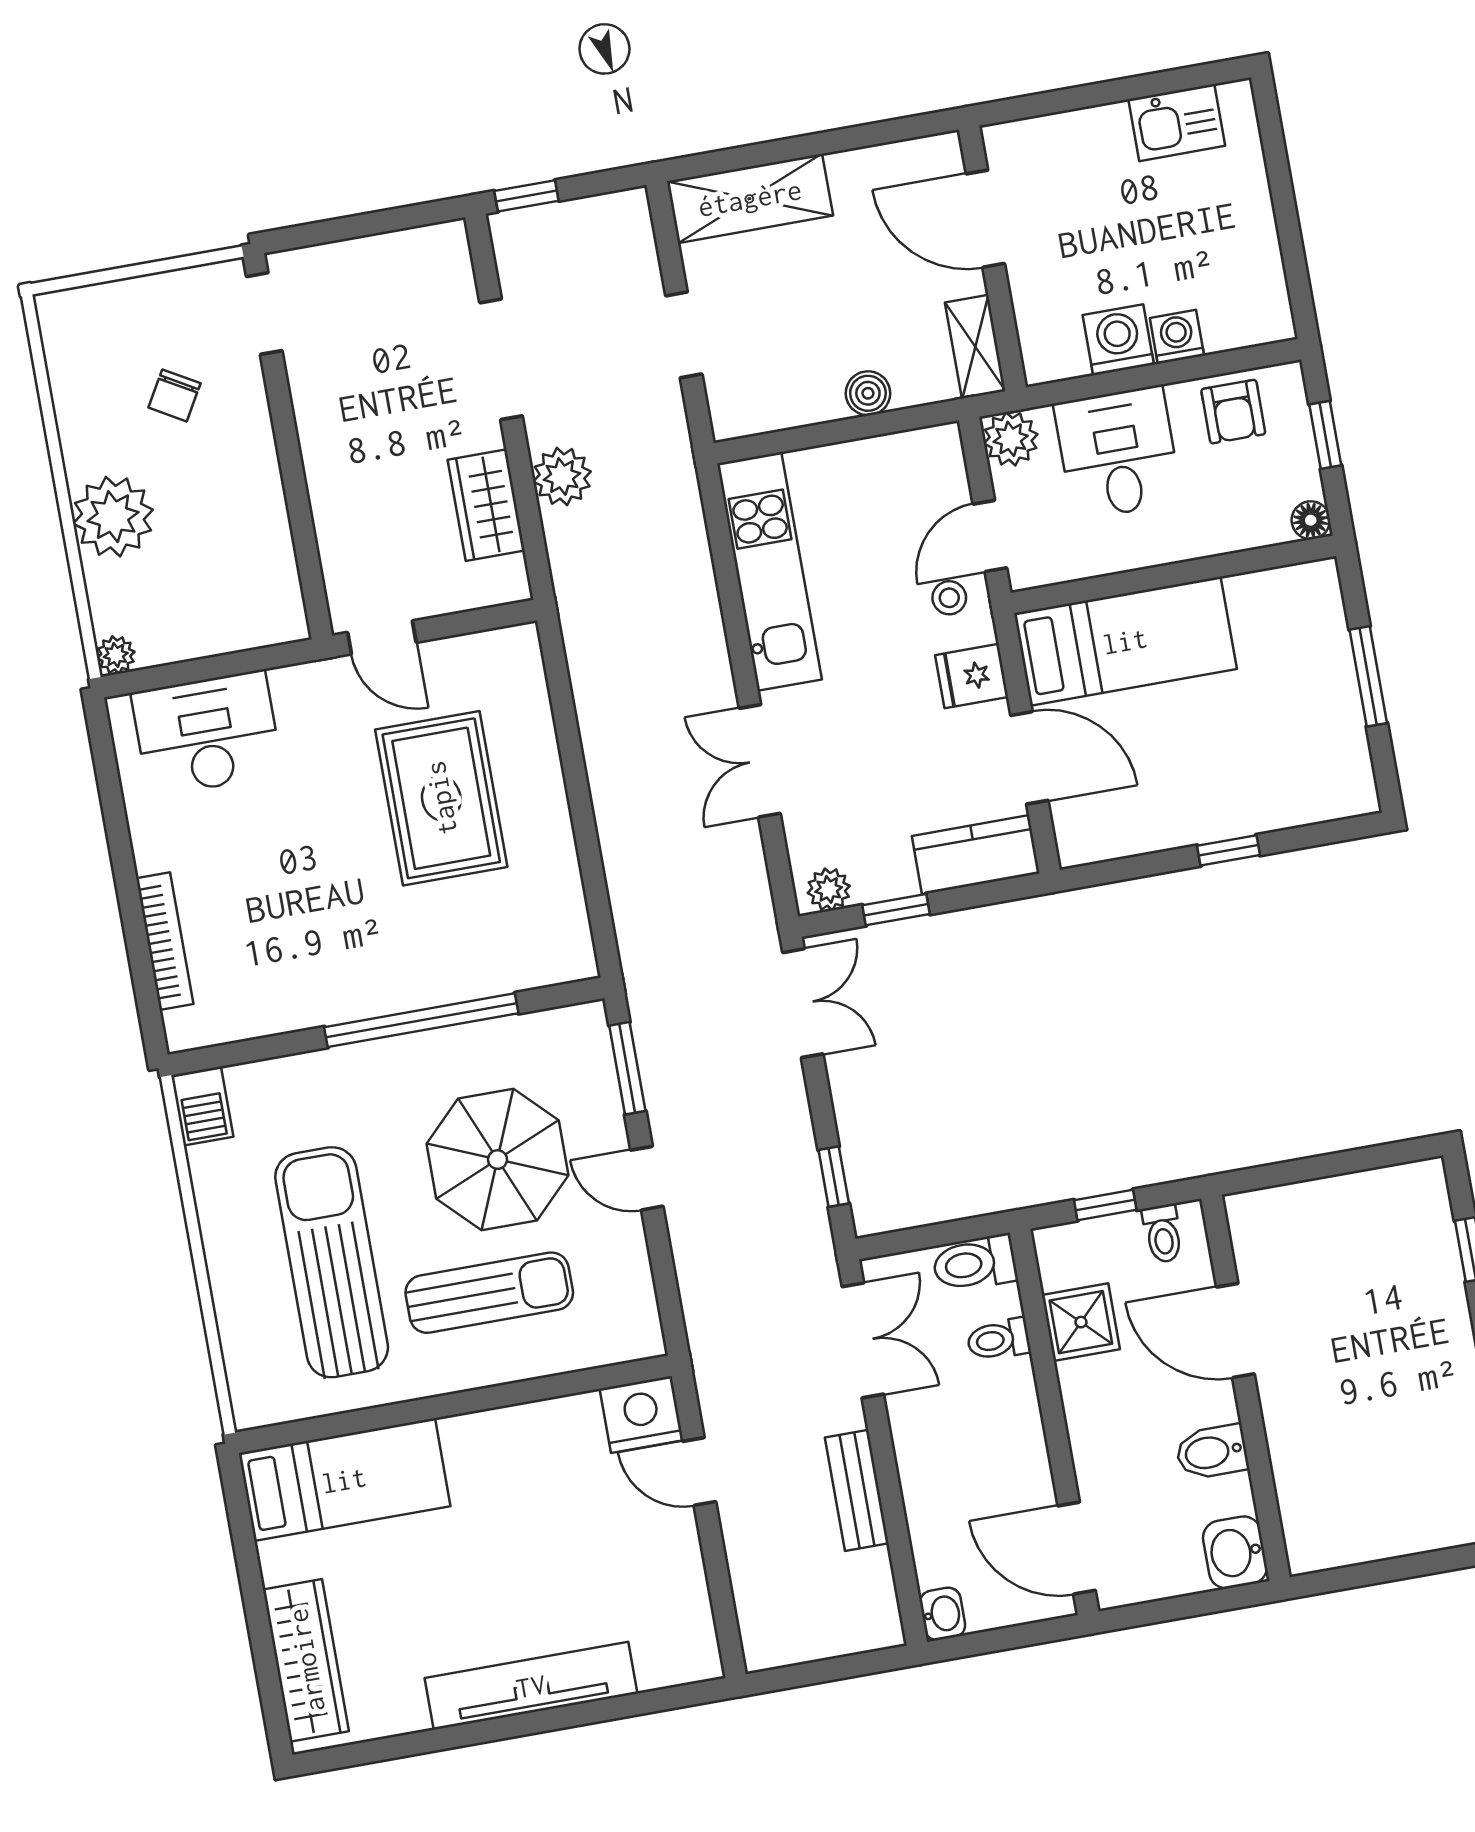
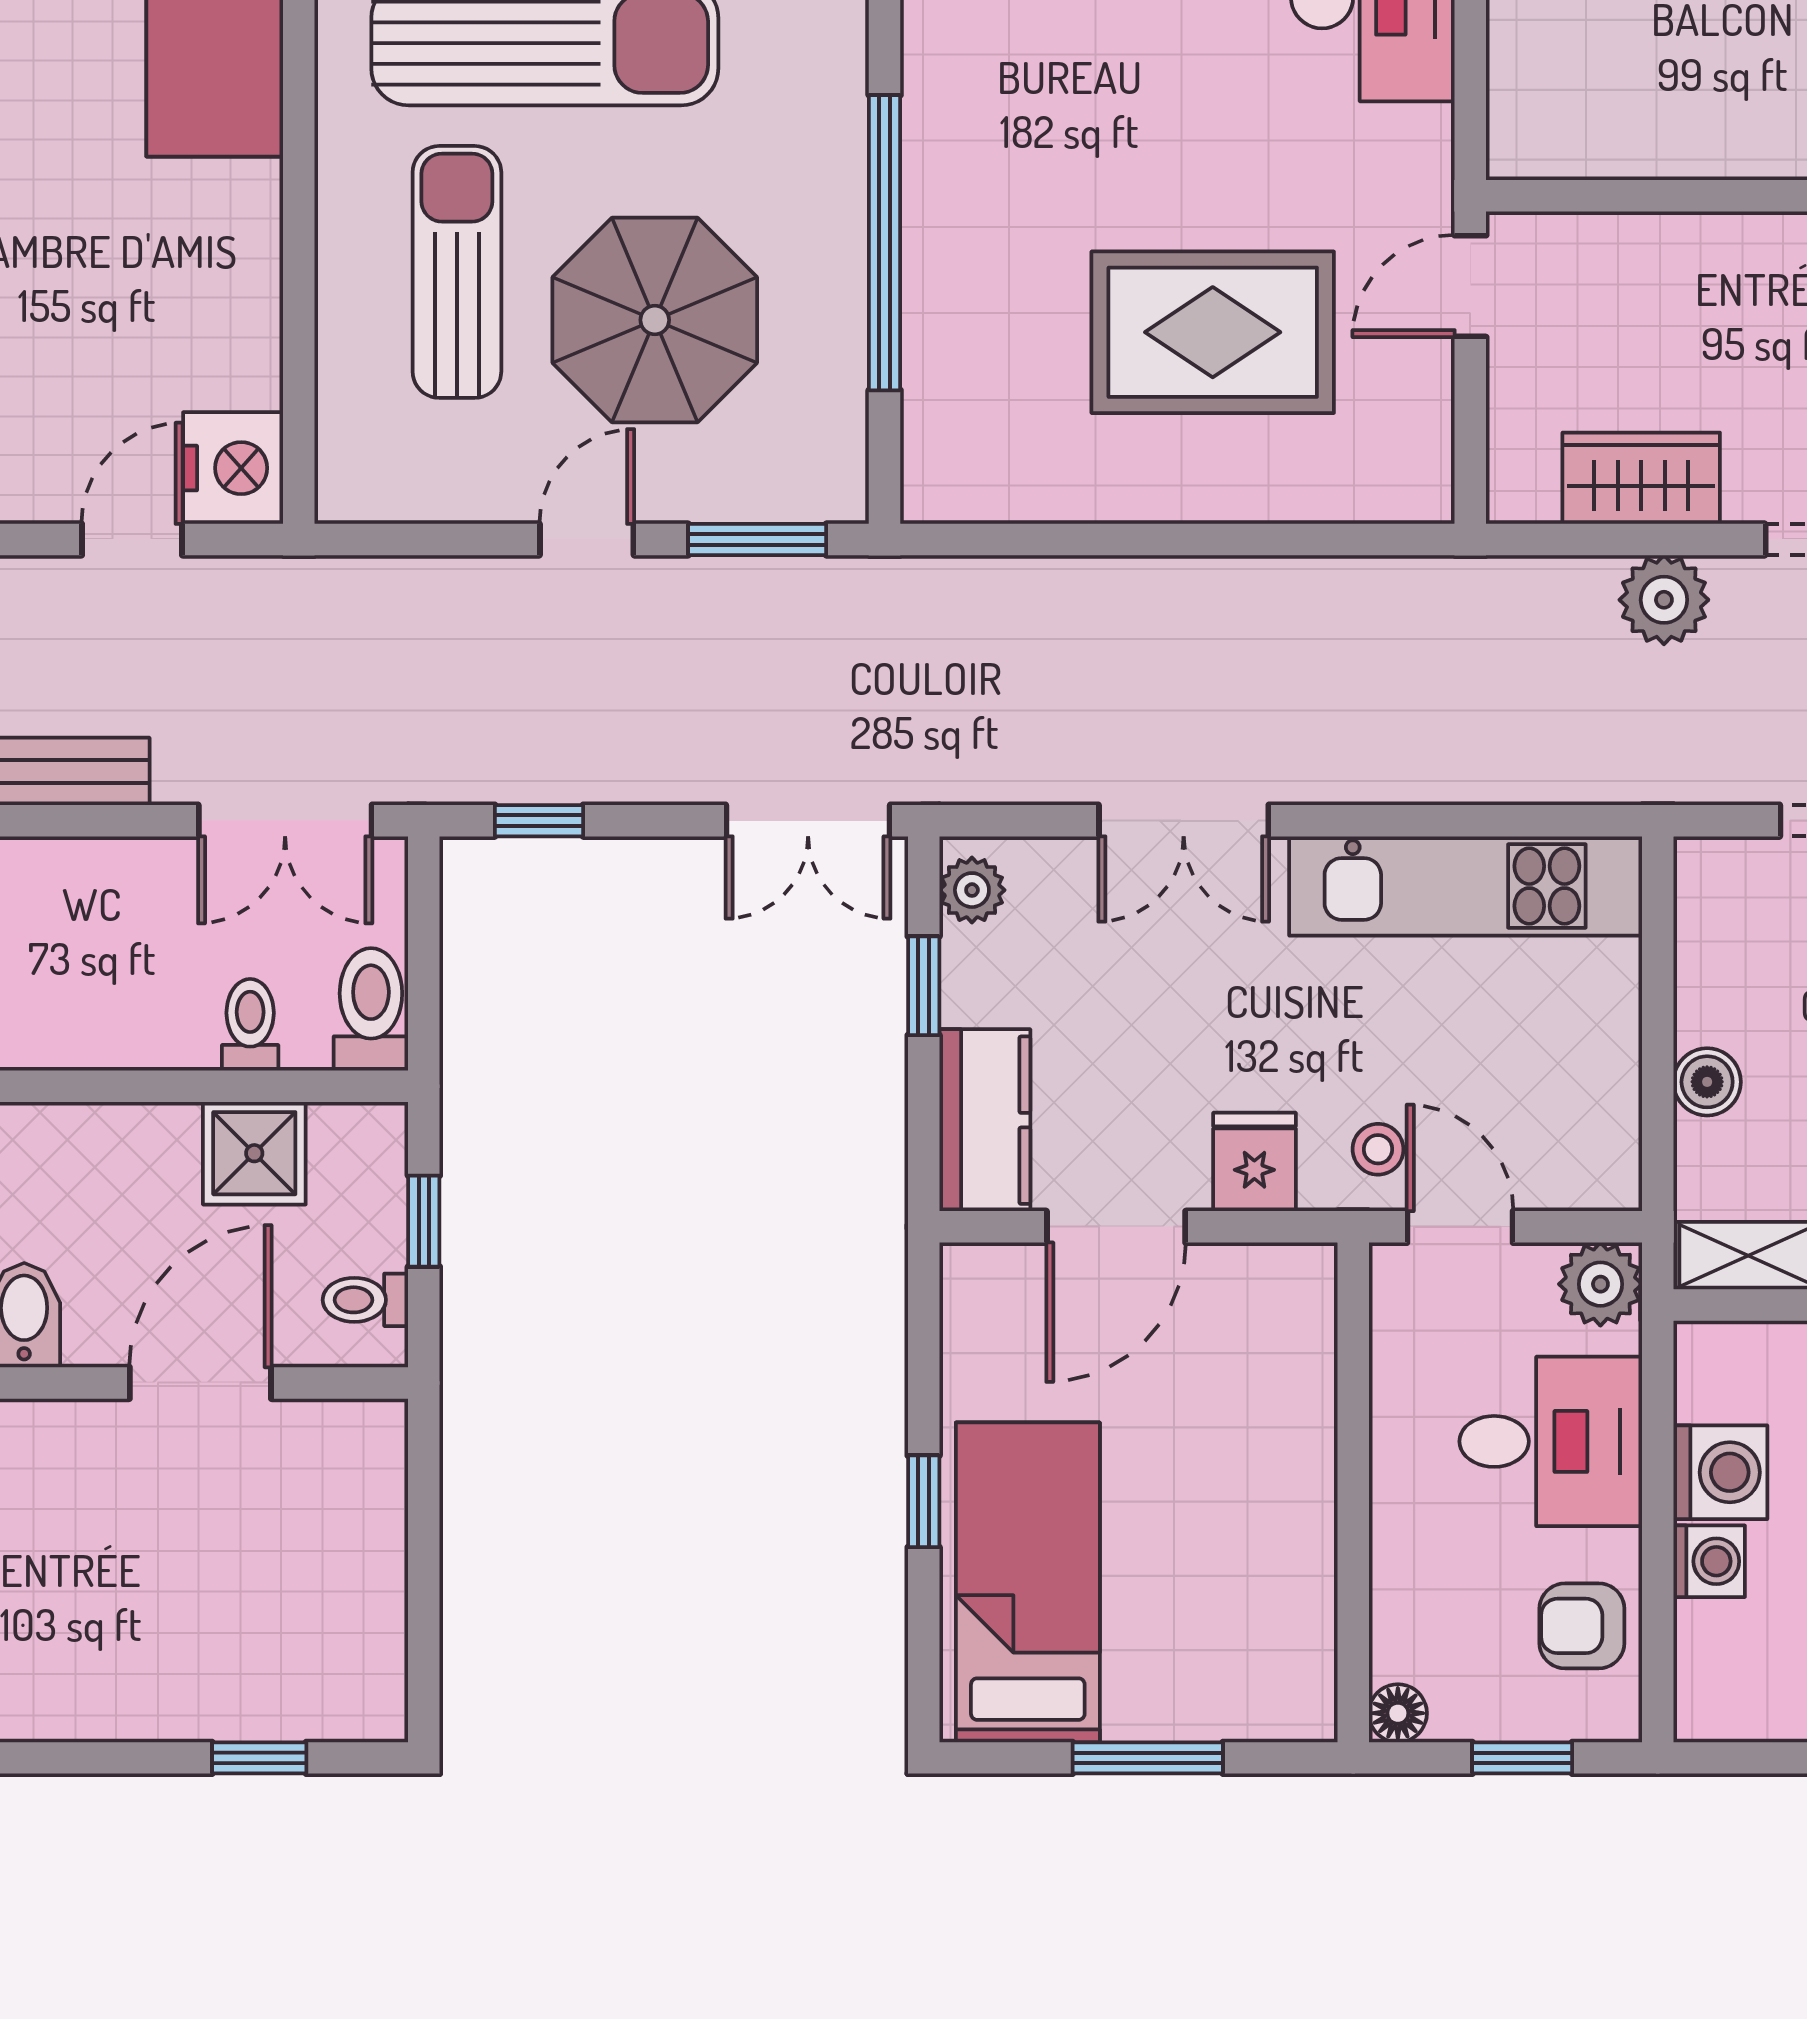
bed: (1125, 641) -> (1028, 1582), moved, turned 180
double door: (760, 761) -> (1184, 821), swing flipped
sun lounger: (489, 1293) -> (457, 272), turned 180

